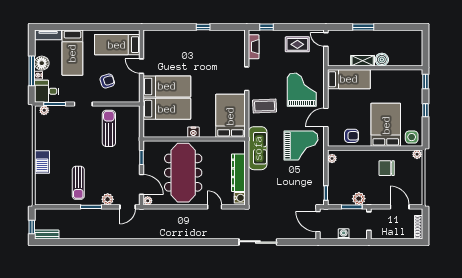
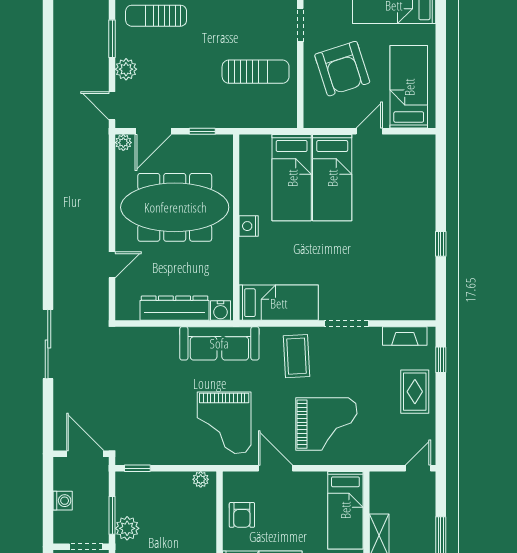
rug: (297, 44) -> (415, 392), moved
armchair: (107, 81) -> (342, 69), width x1.88, depth x1.88
bed: (230, 116) -> (279, 303), width x0.67
water cooler: (240, 198) -> (220, 311), moved
door: (318, 222) -> (85, 454), hinge flipped

